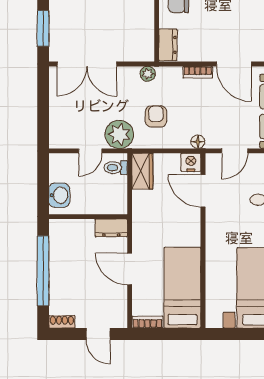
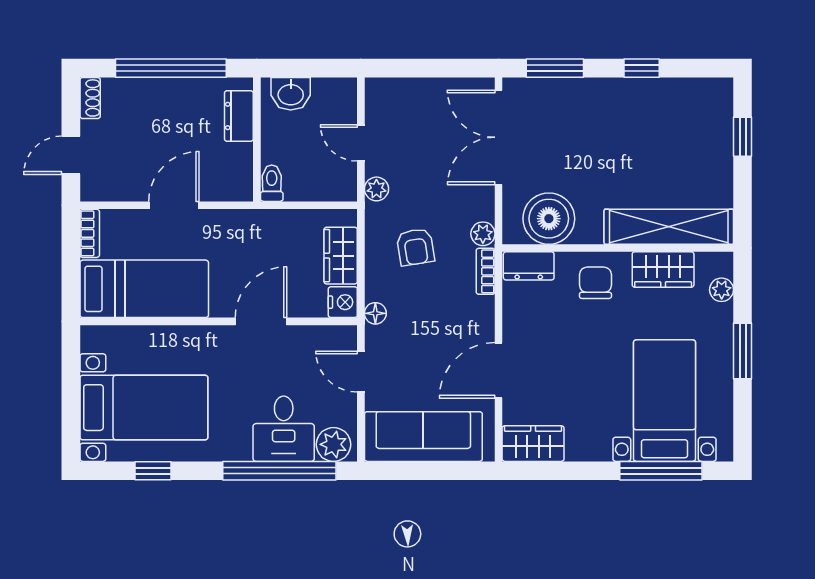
boiler: (138, 32) -> (549, 219), added
bookcase: (198, 72) -> (486, 271), moved
armchair: (156, 116) -> (415, 247), turned 81
plant: (119, 134) -> (376, 189), width x0.53, depth x0.53
toilet: (116, 168) -> (272, 183), moved
wardrobe: (142, 171) -> (341, 256), moved, turned 90
door: (203, 191) -> (261, 321), moved
dresser: (111, 228) -> (239, 116), moved

